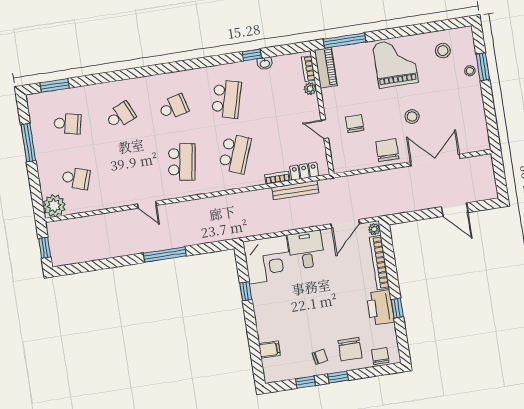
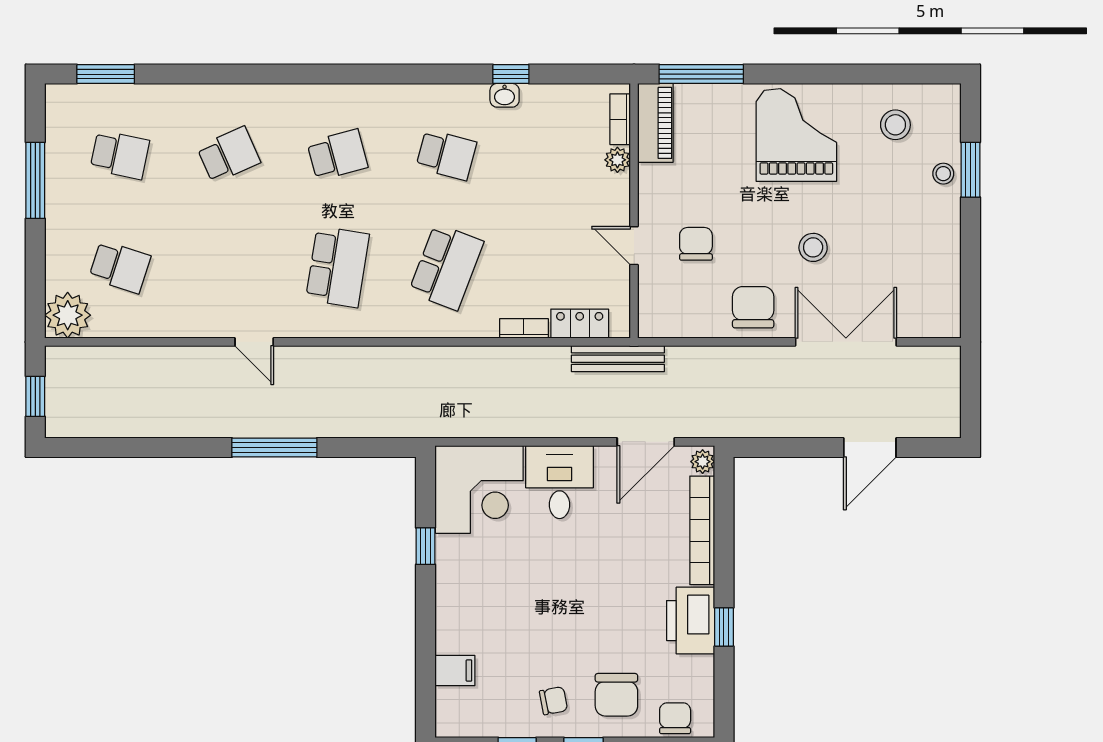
washbasin: (265, 63) -> (505, 95), moved
school desk: (226, 99) -> (446, 155), width x0.54
bench: (295, 190) -> (618, 359), moved
door: (455, 210) -> (870, 447), hinge flipped

